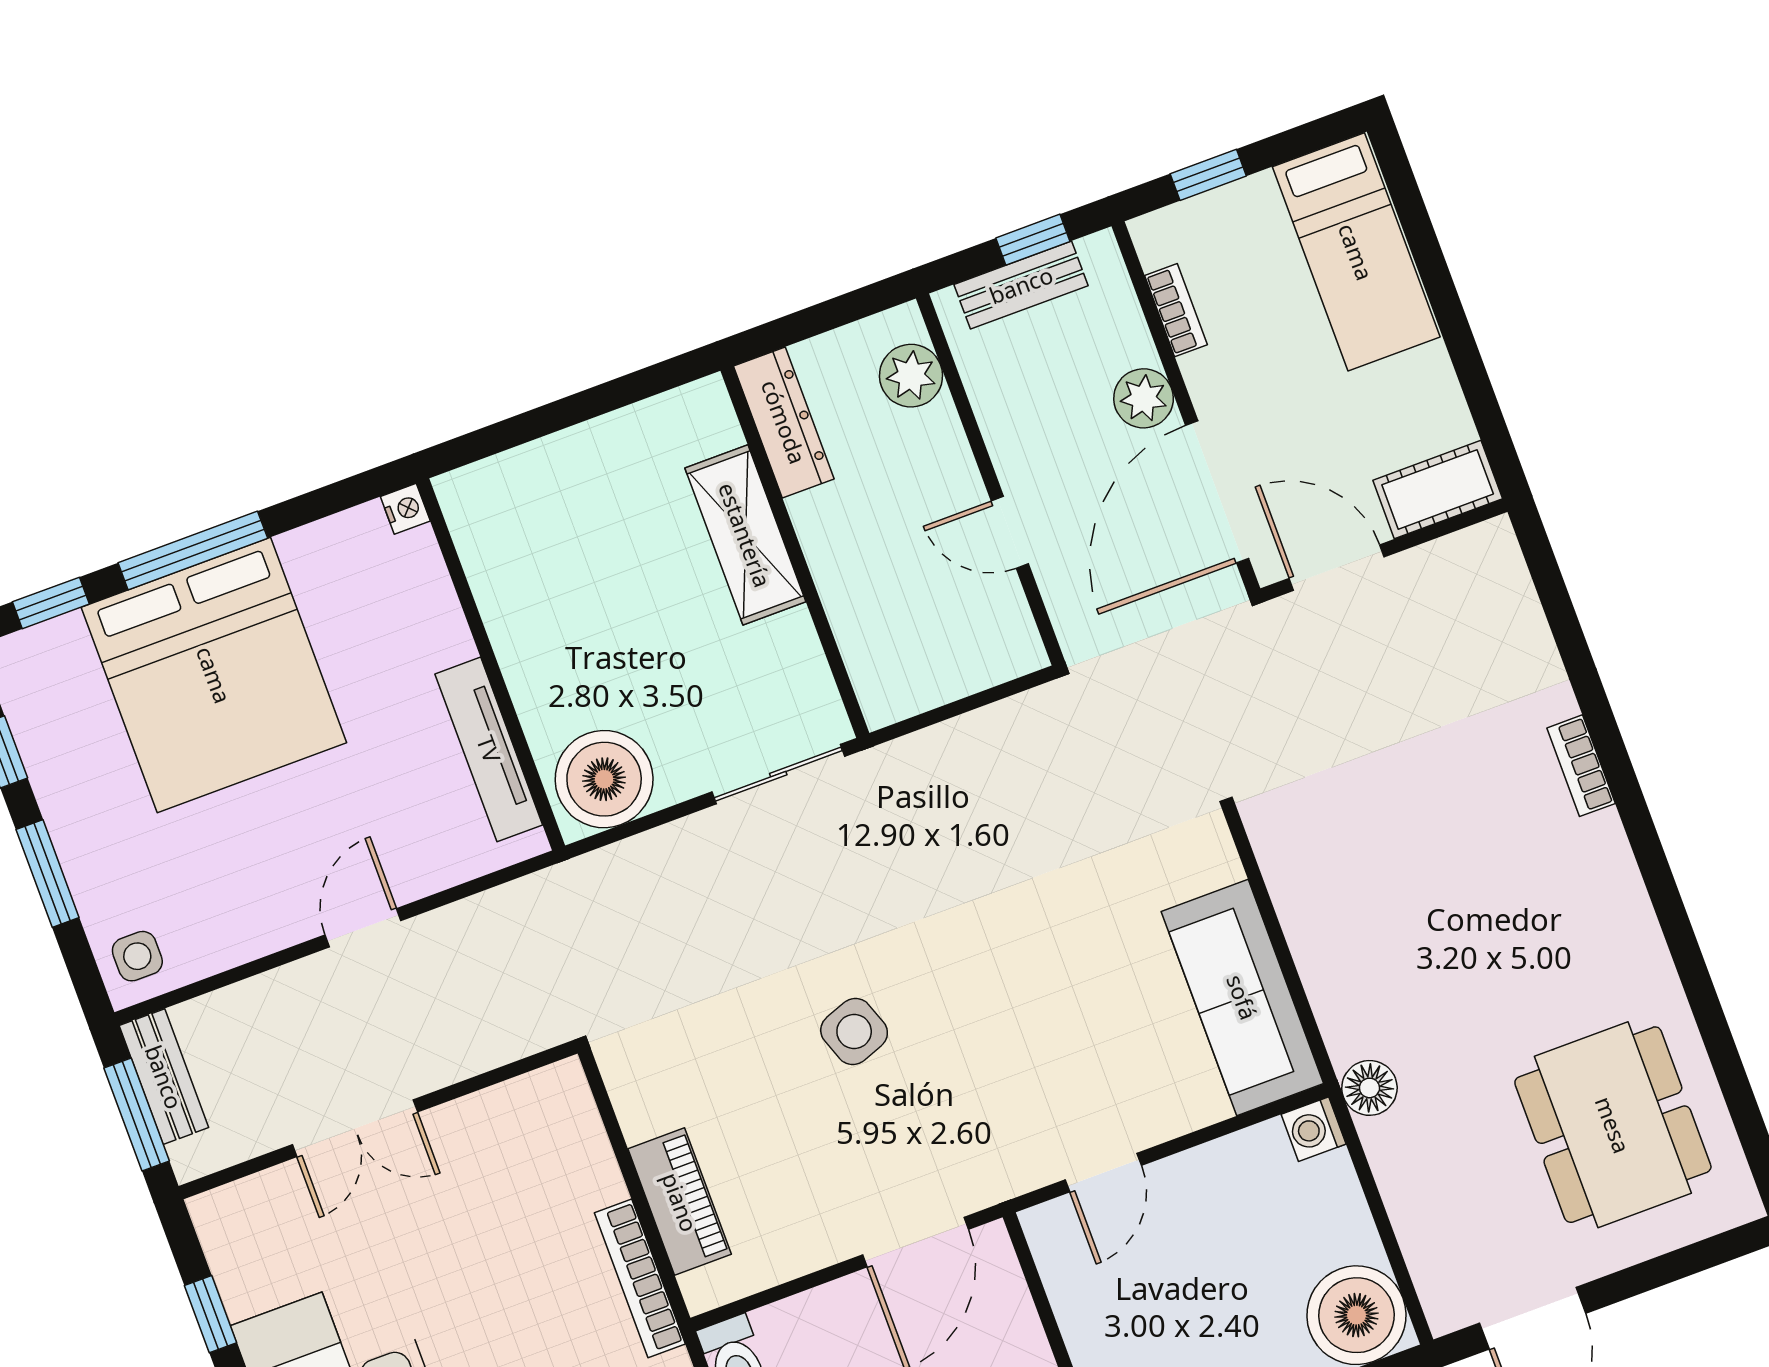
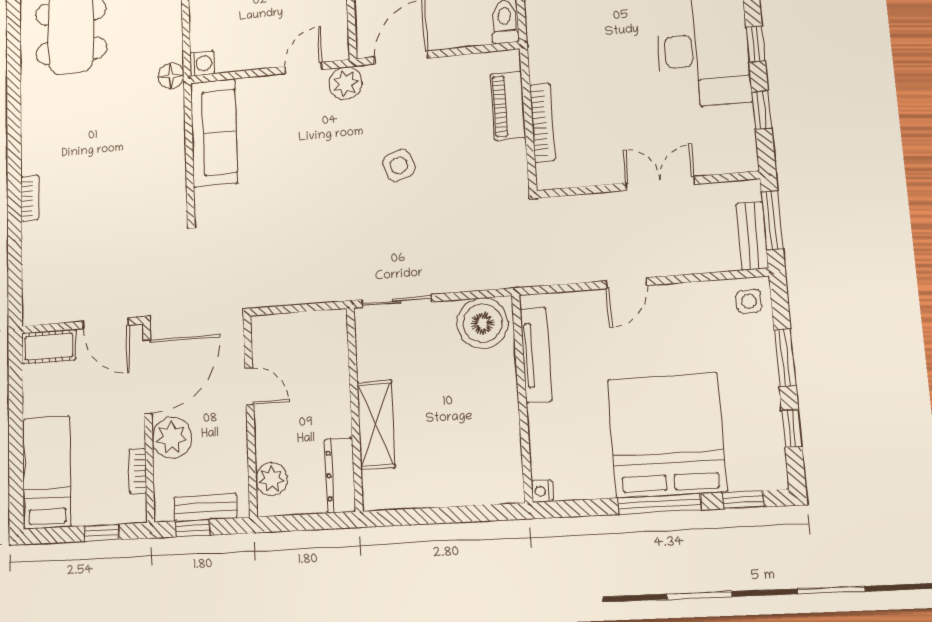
plant: (1144, 398) -> (172, 438), width x1.36, depth x1.36
plant: (1010, 1164) -> (345, 83), added
bookcase: (640, 1278) -> (542, 123), moved

